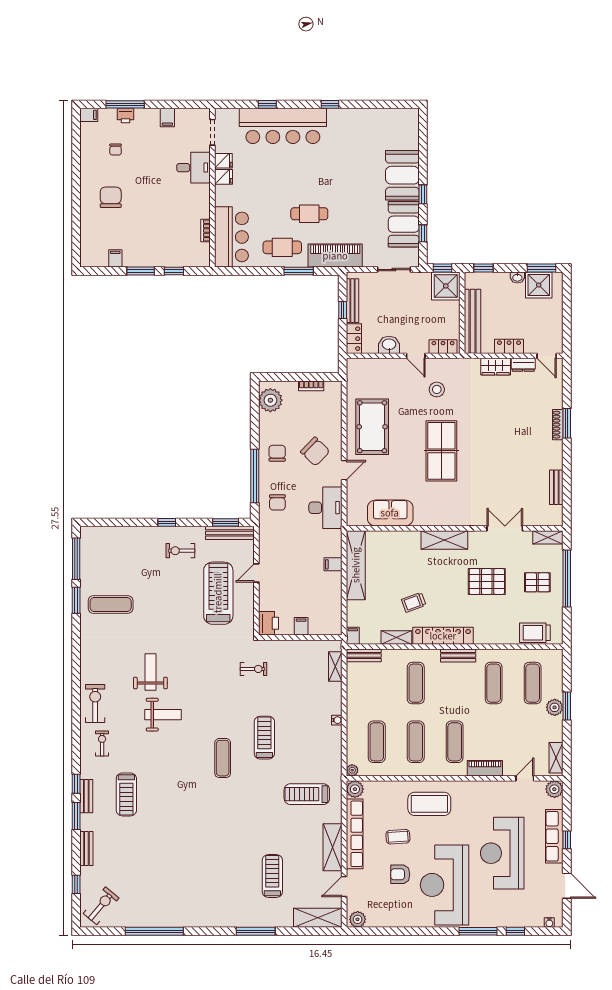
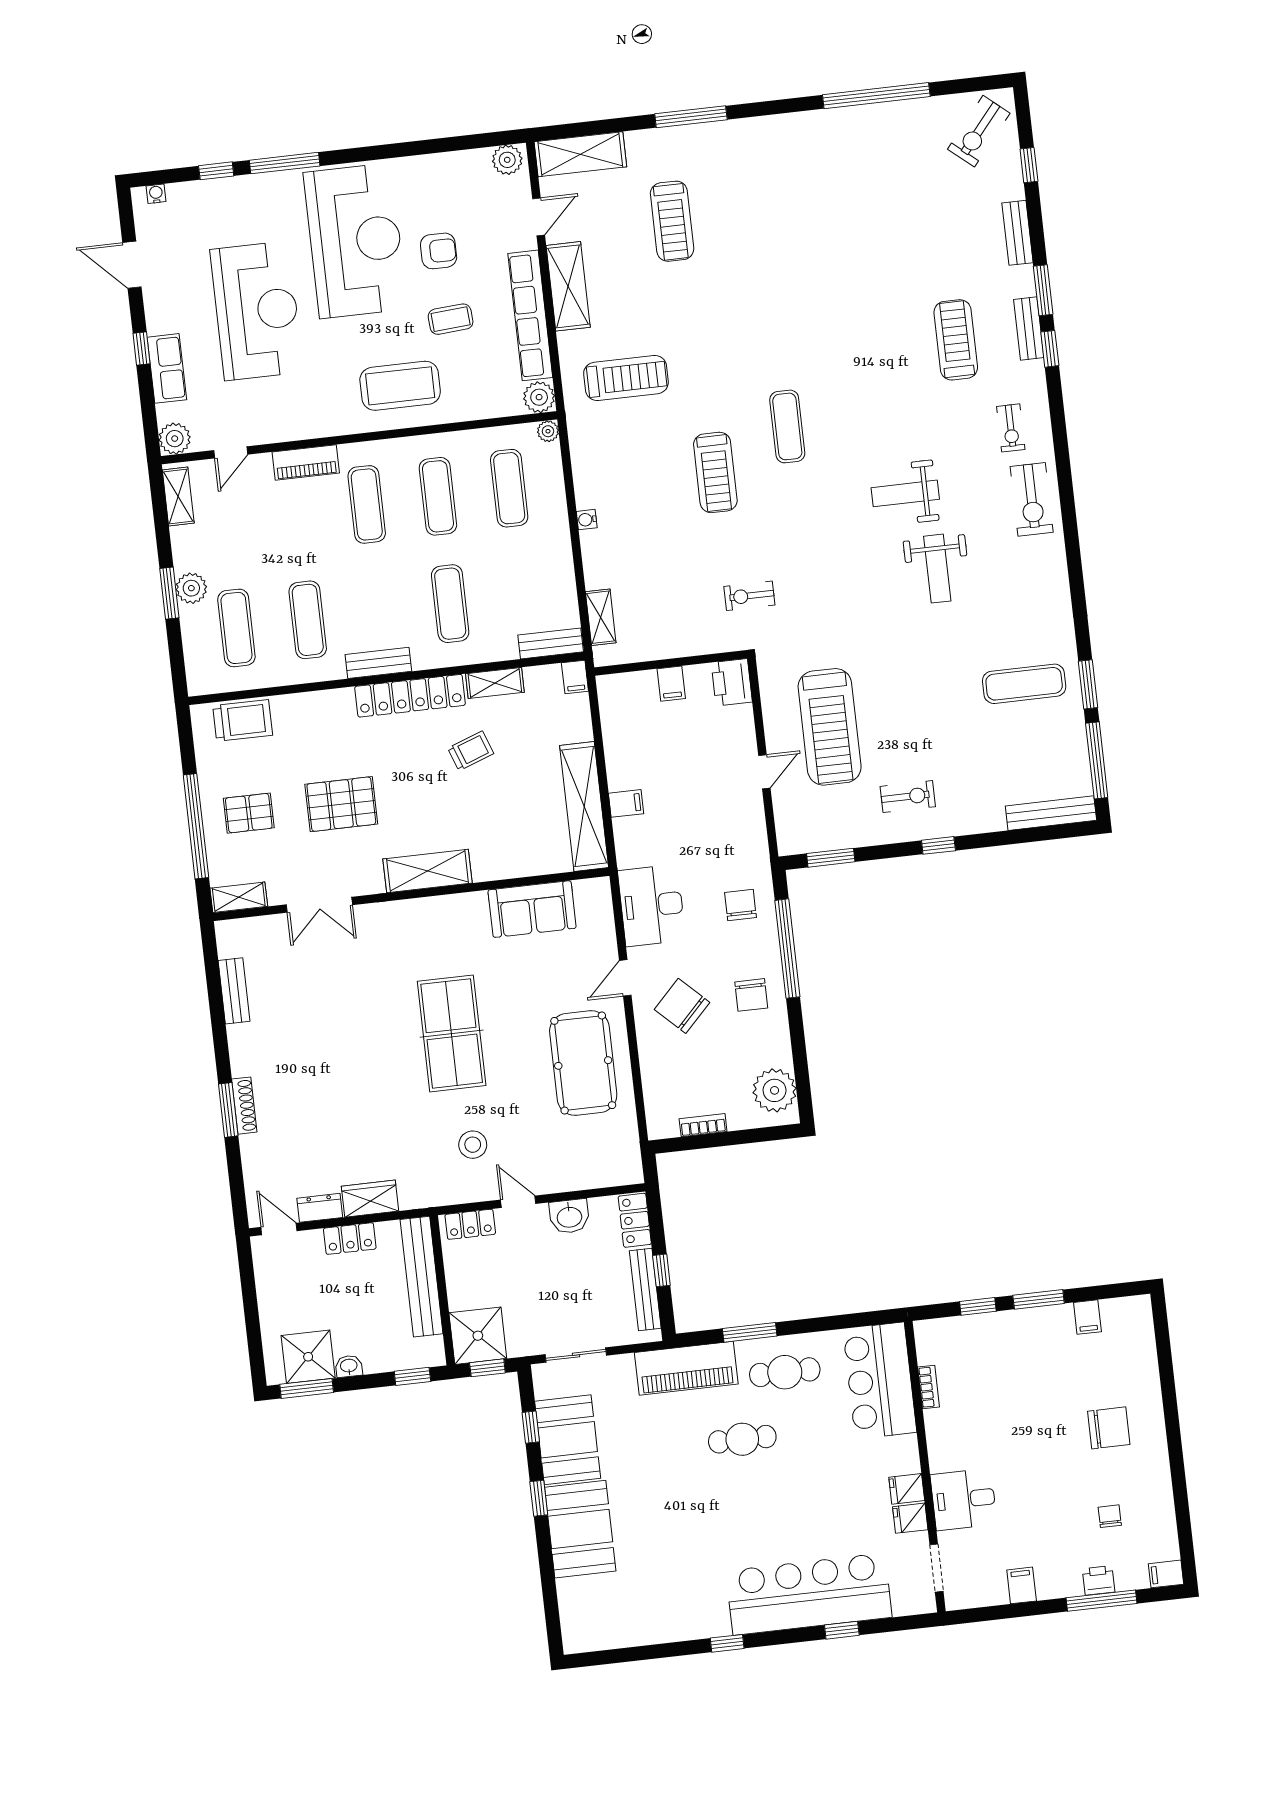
chair: (111, 197) -> (1109, 1428), turned -90
bench: (230, 533) -> (1051, 813), moved
row of seats: (554, 836) -> (167, 368), width x0.68

